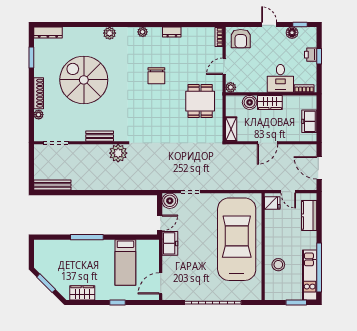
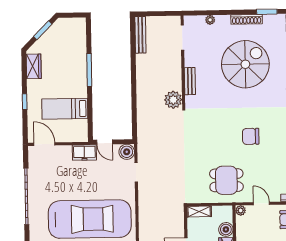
shoe rack: (39, 93) -> (247, 19), moved

